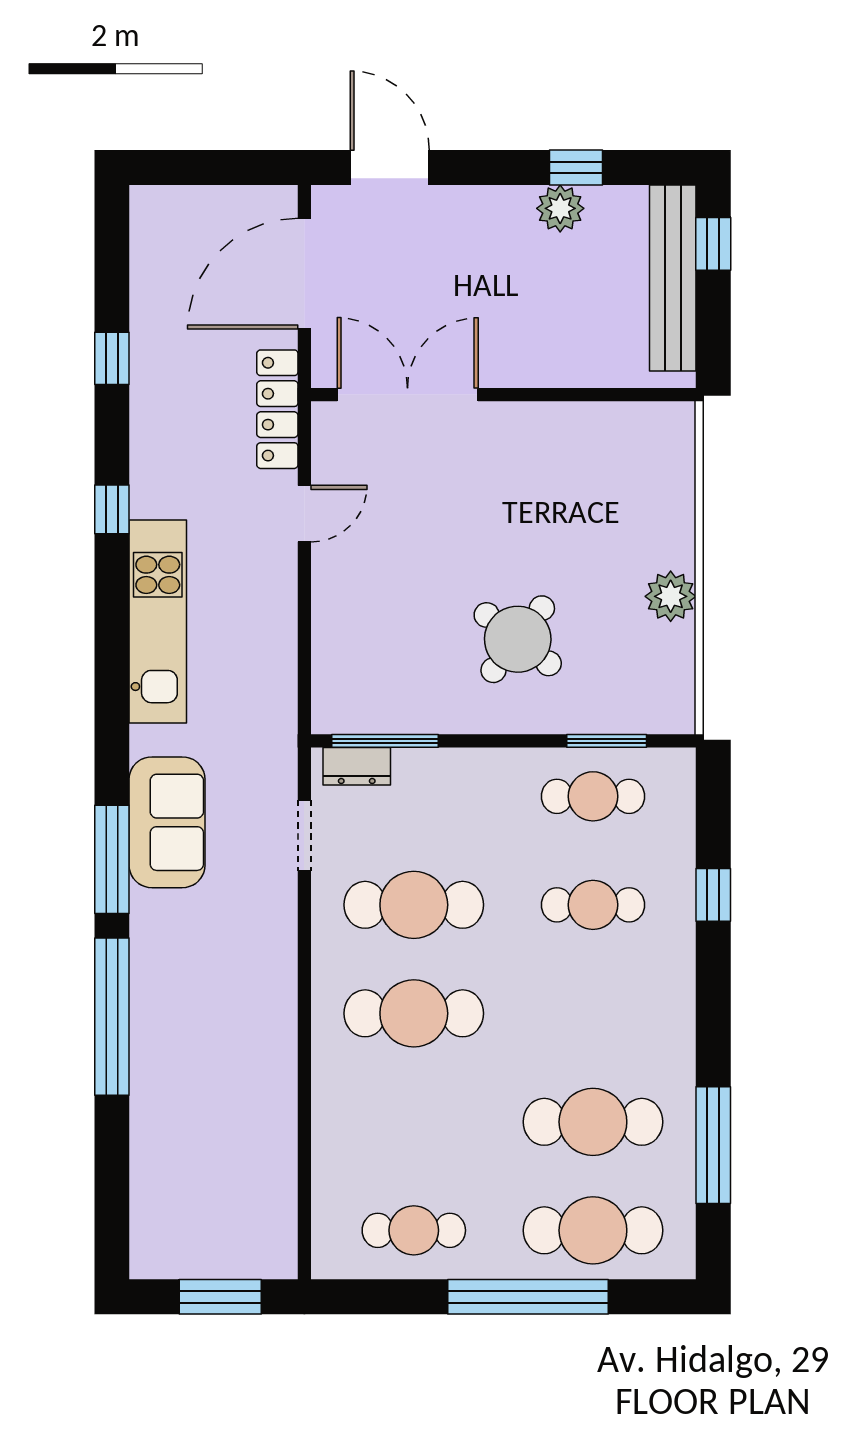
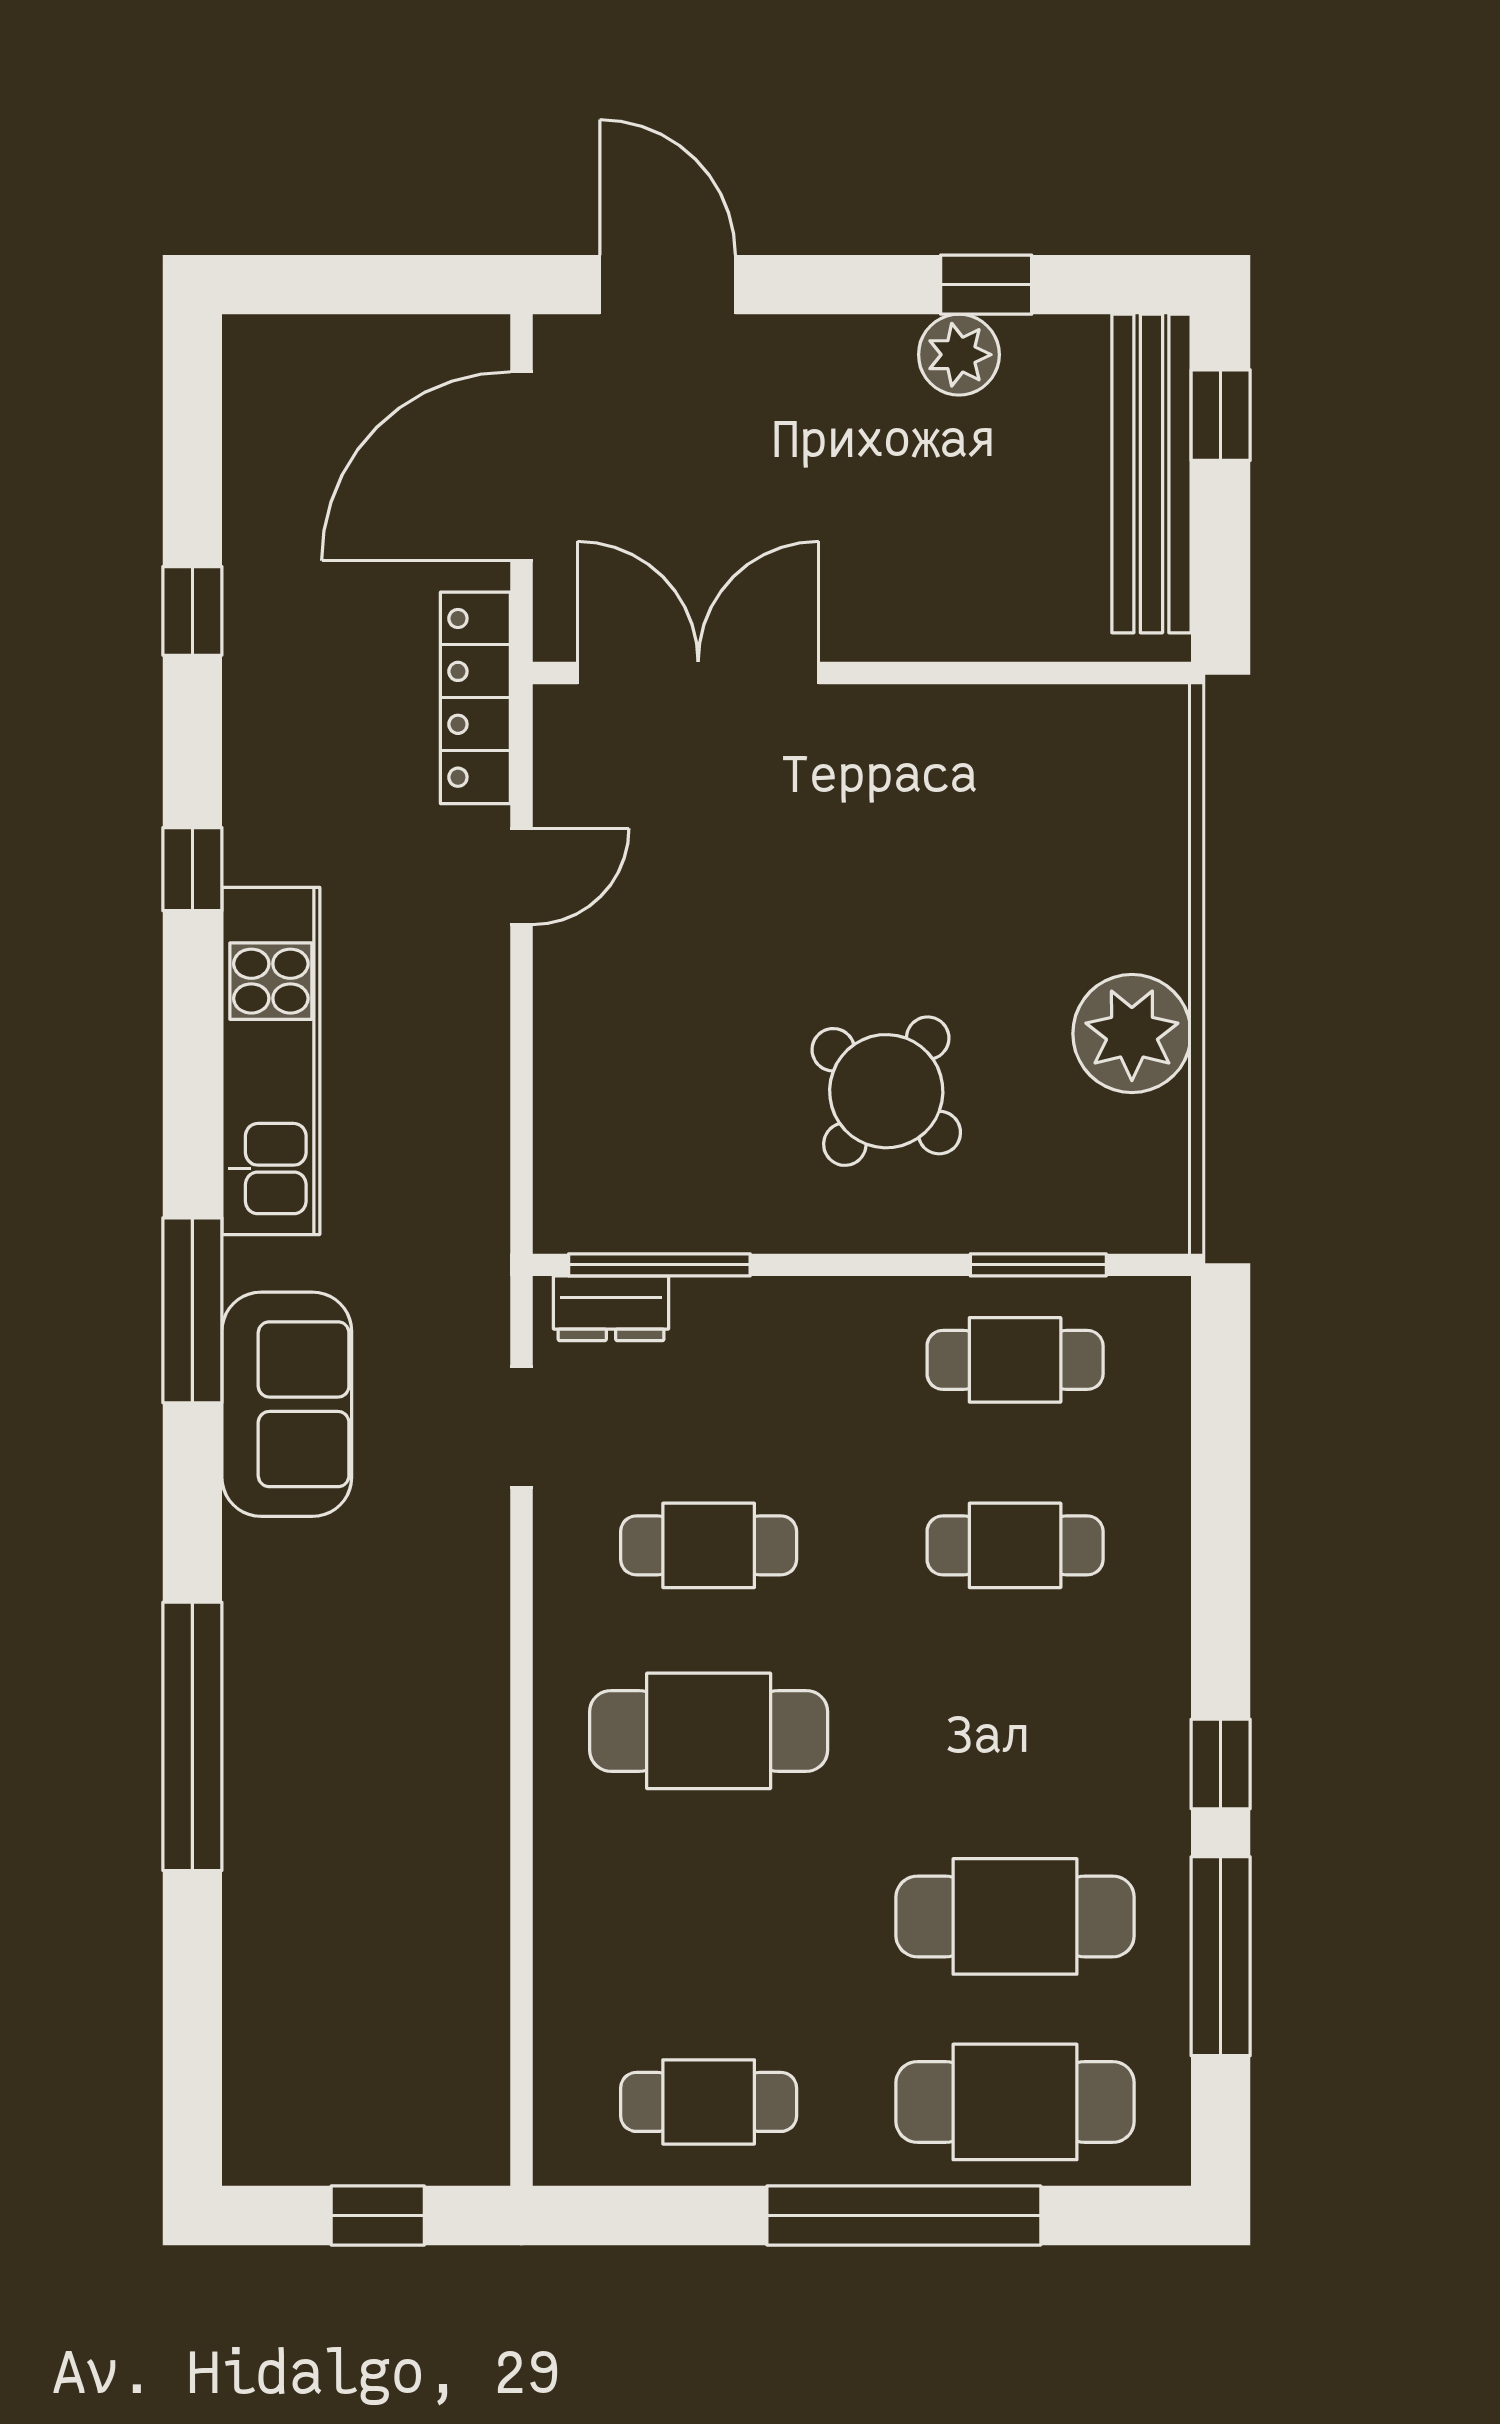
plant: (671, 596) -> (1132, 1034), width x1.36, depth x1.36
window: (112, 859) -> (192, 1310), moved
window: (713, 895) -> (1221, 1764), moved
cafe table: (414, 905) -> (709, 1545), width x0.73, depth x0.74
window: (220, 1297) -> (378, 2215), width x0.67

